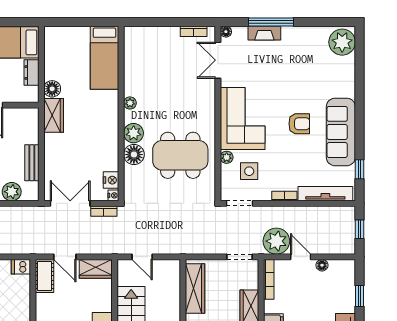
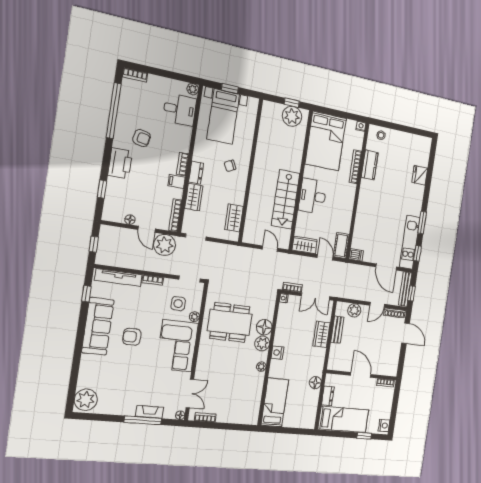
wardrobe: (54, 115) -> (321, 334), moved
nightstand: (111, 180) -> (277, 353), moved
wardrobe: (195, 288) -> (234, 218), width x0.67

